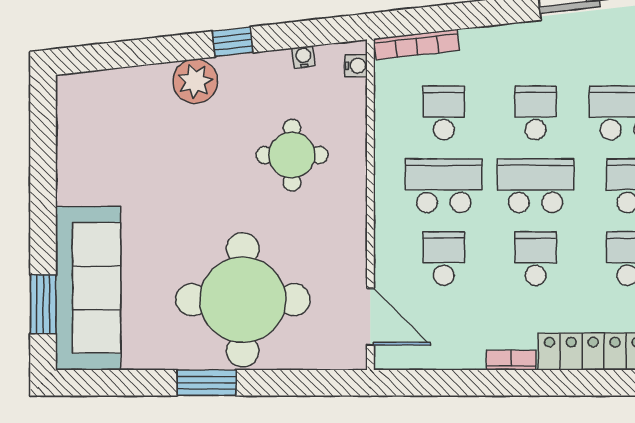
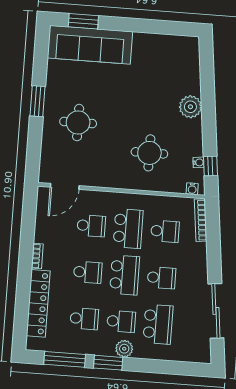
window: (233, 42) -> (210, 166), moved
round table: (243, 300) -> (78, 123), width x0.54, depth x0.54

